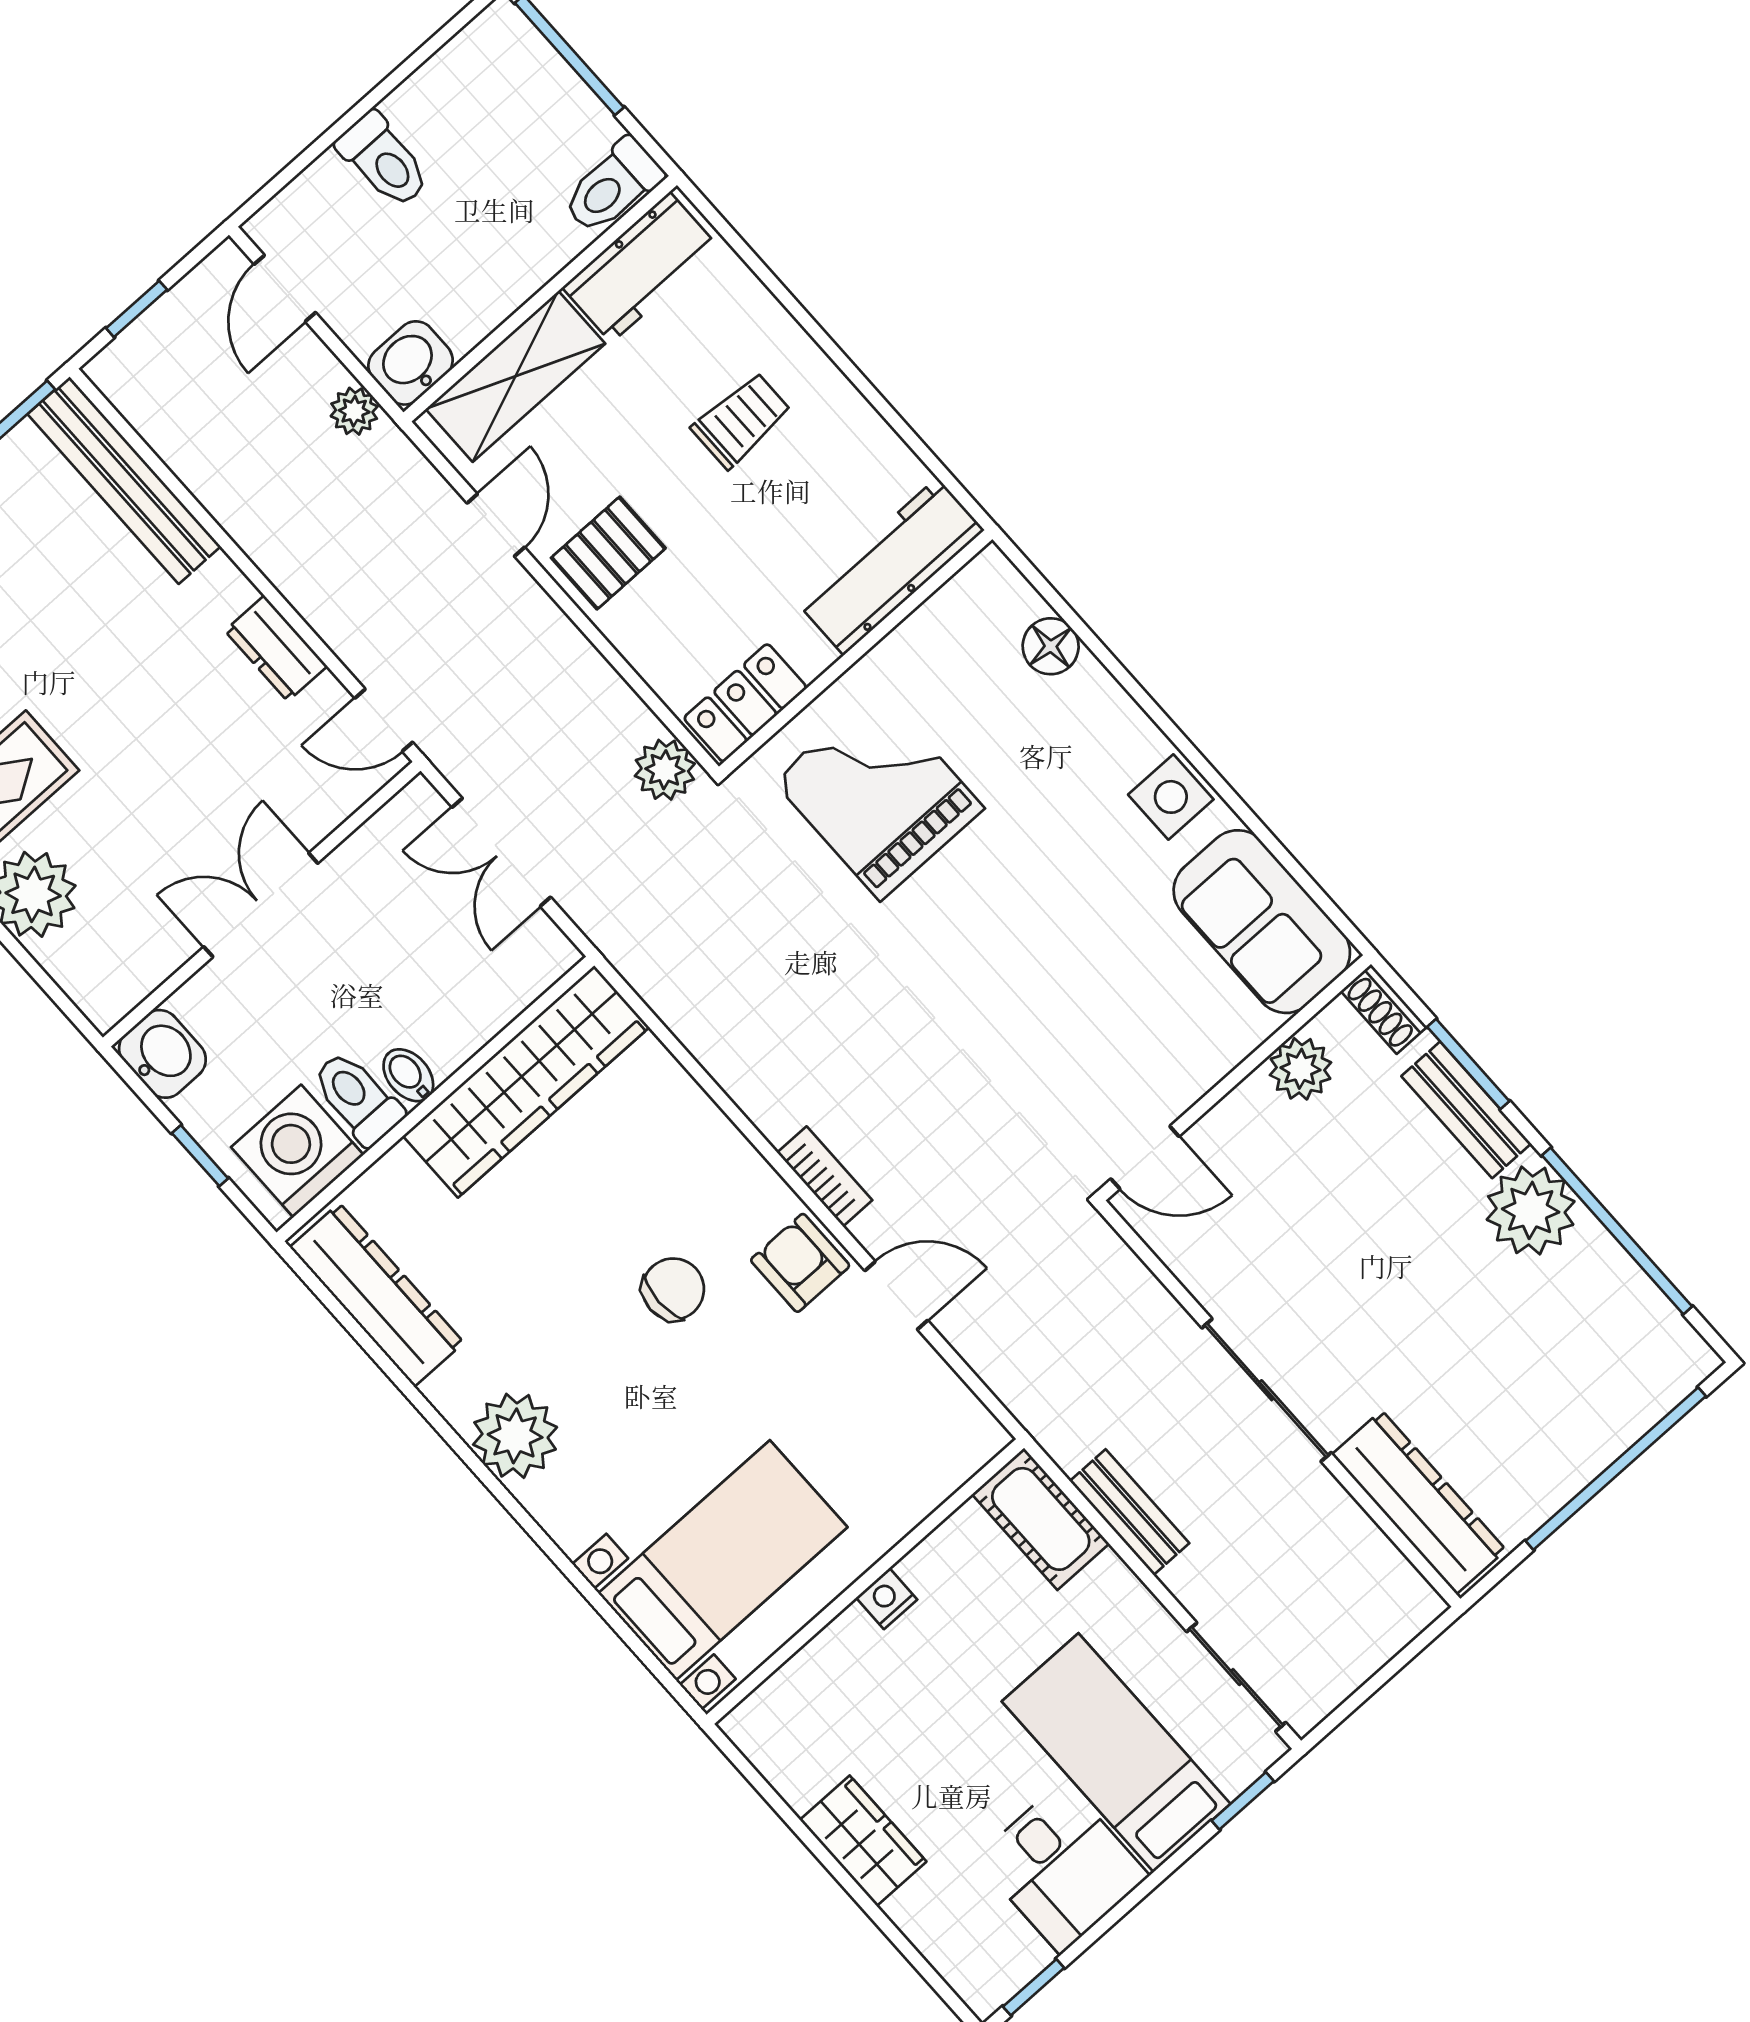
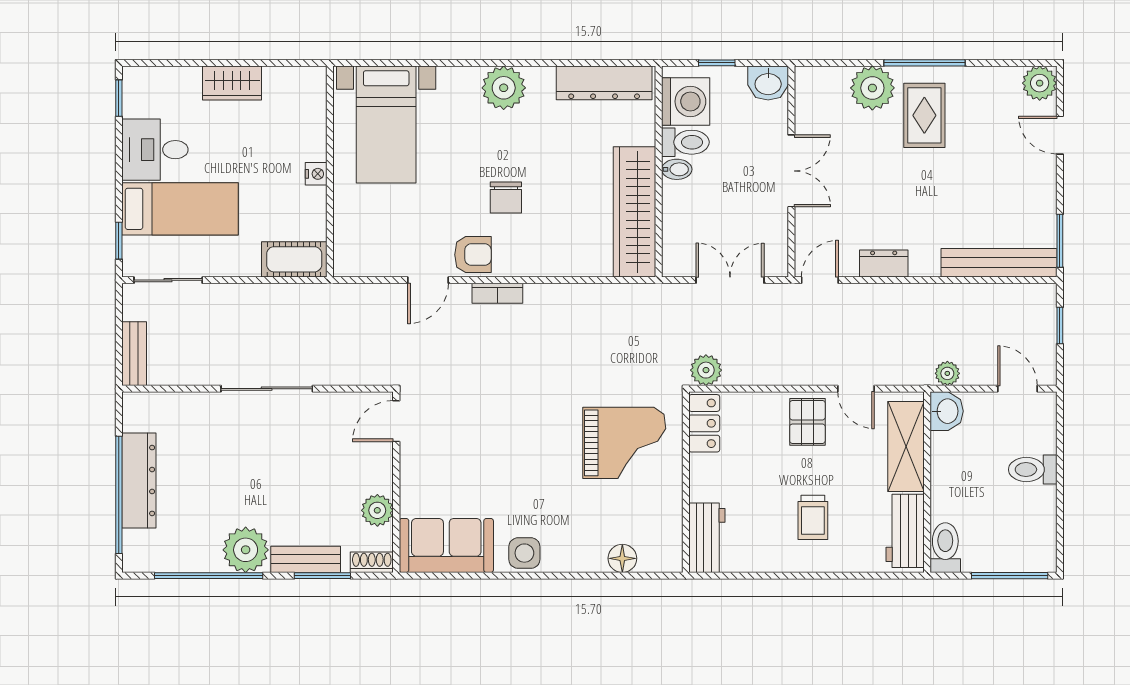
workbench: (891, 566) -> (707, 538), width x0.73
dresser: (1419, 1502) -> (139, 480), moved, turned -90
bench: (1129, 1512) -> (134, 354), moved, turned 90

